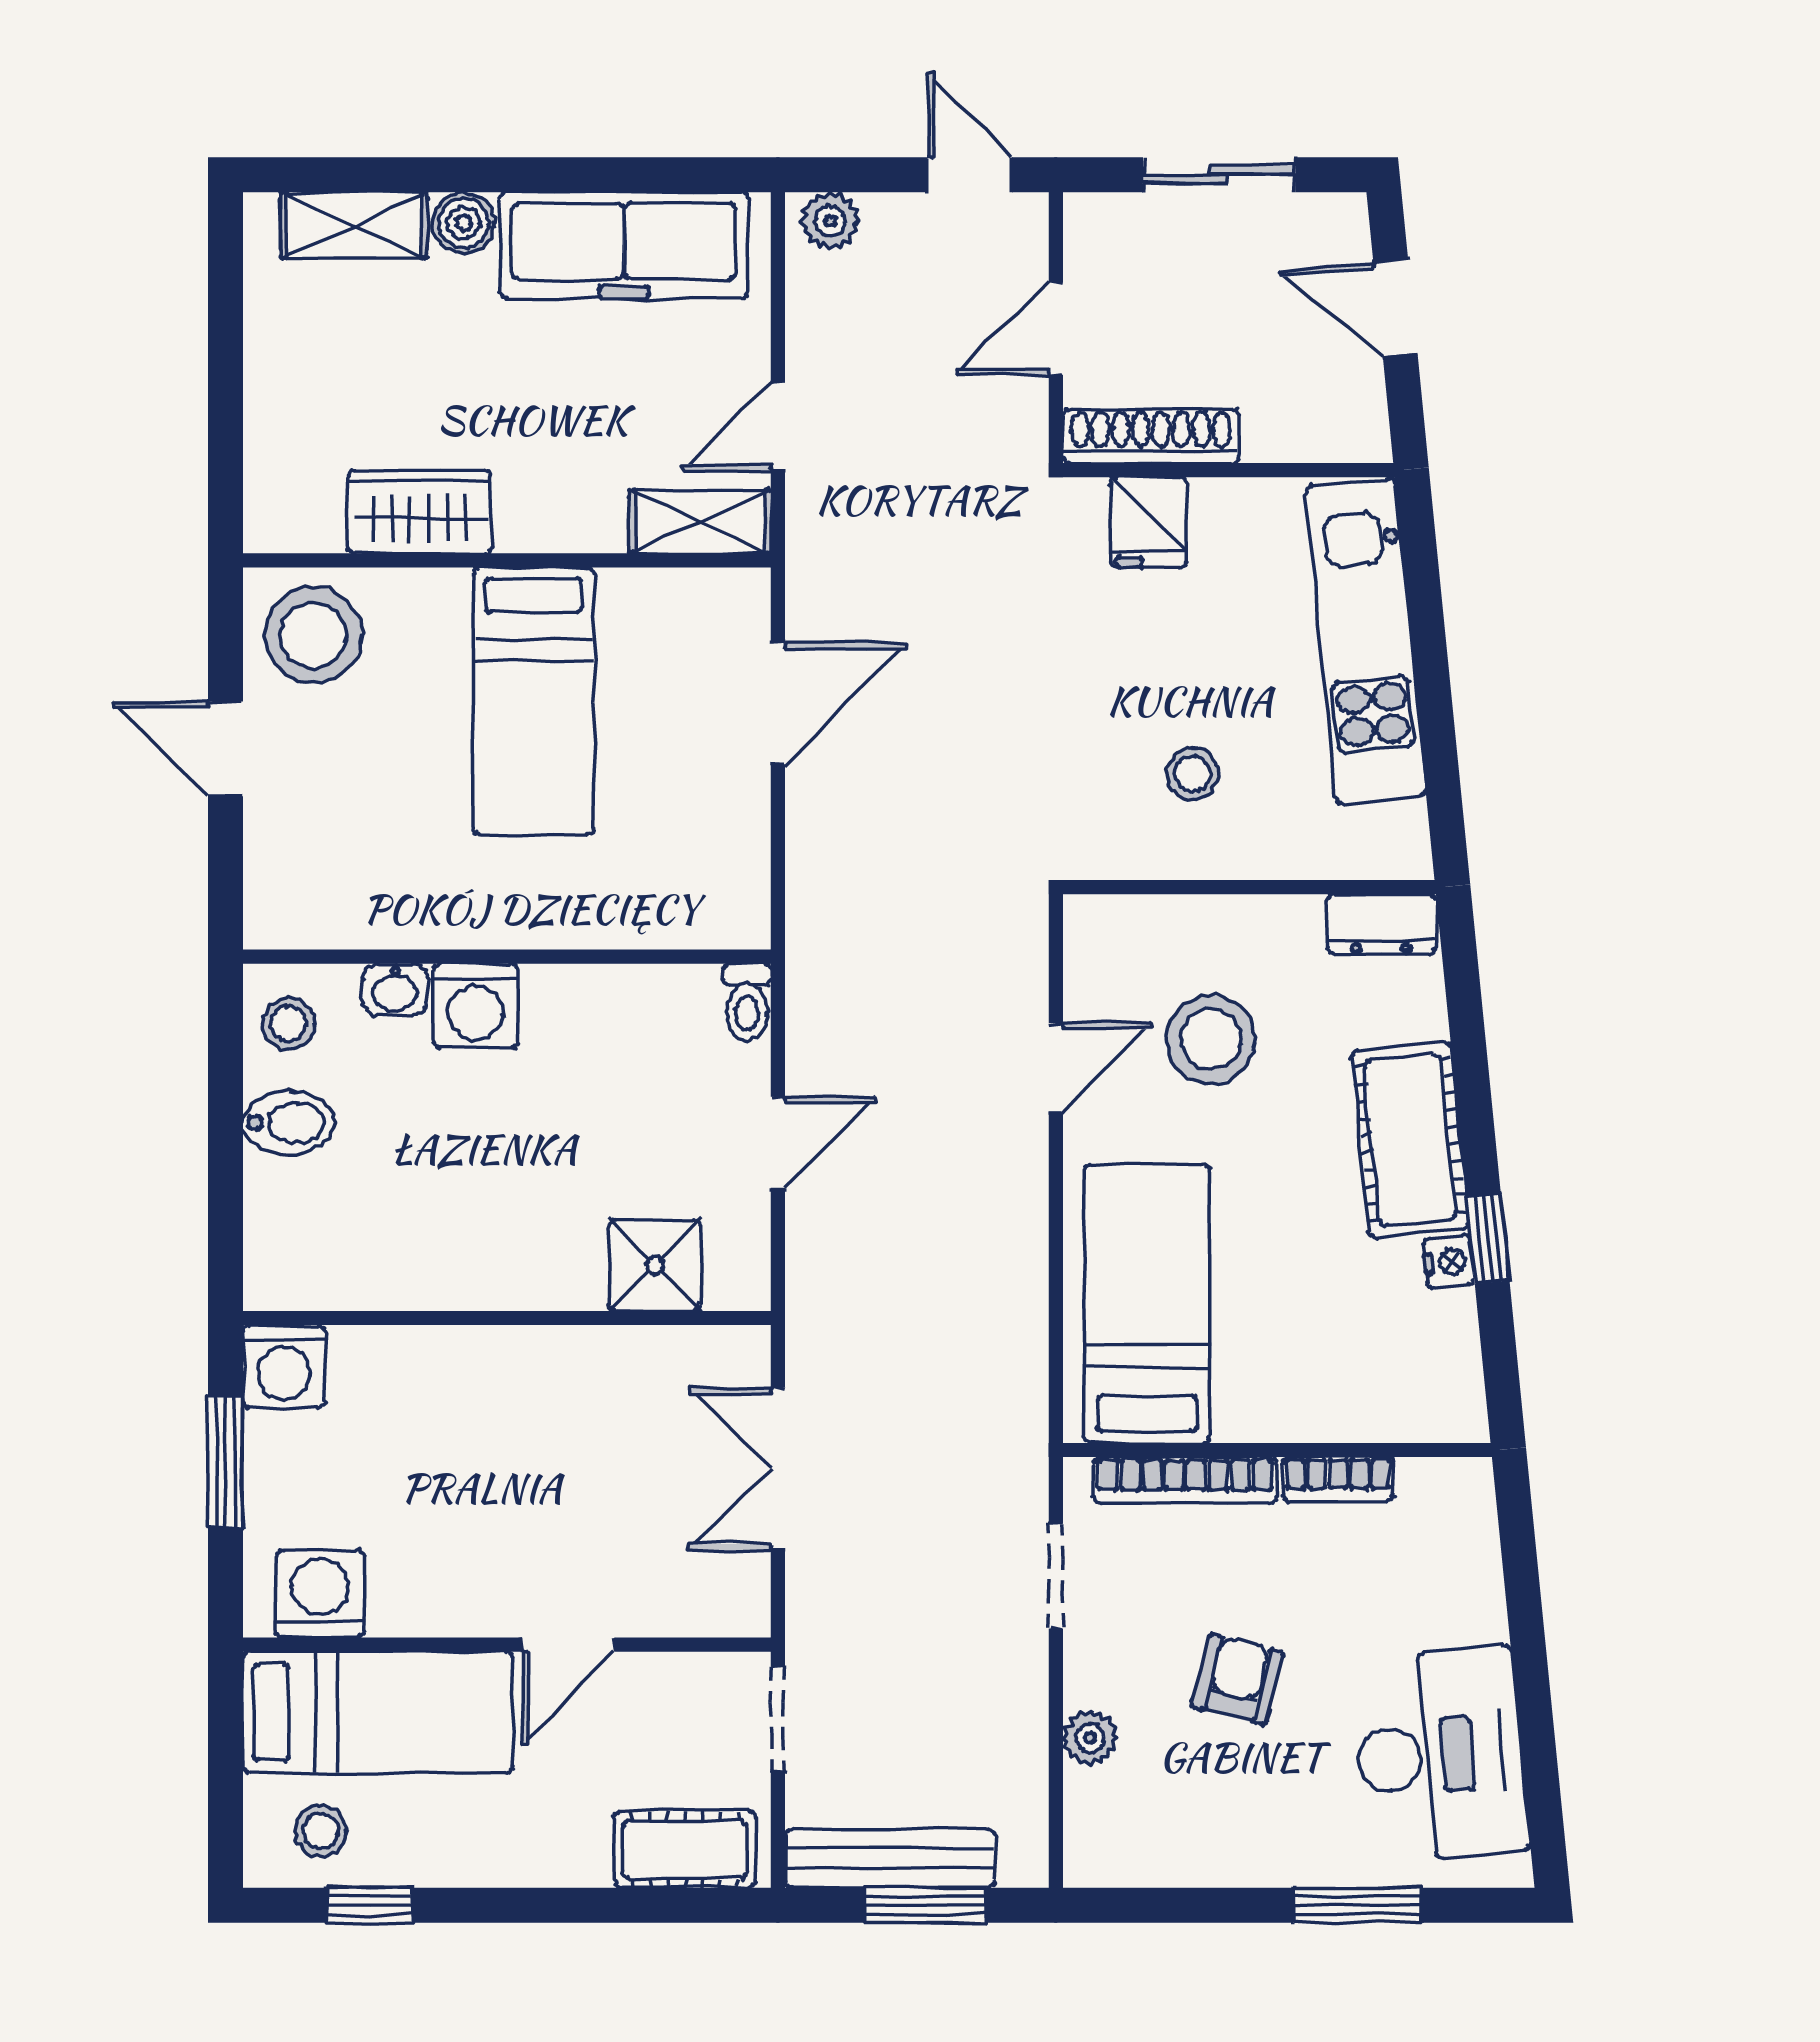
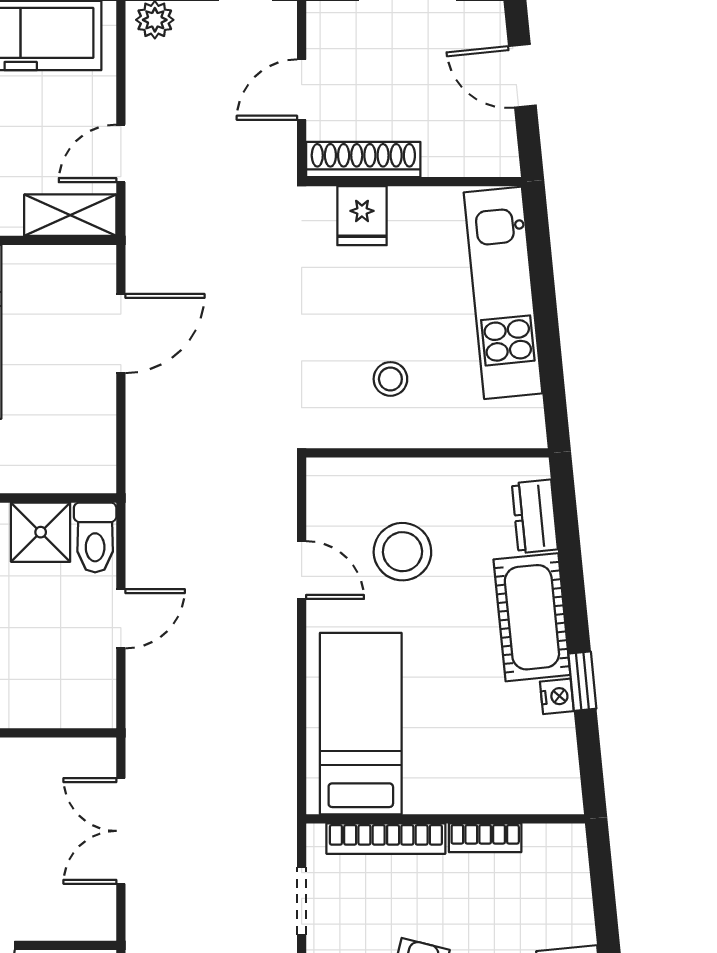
dresser: (1381, 924) -> (535, 516), moved, turned 84
toilet: (747, 1002) -> (95, 537), width x1.37, depth x1.39
door: (1056, 1067) -> (302, 570), hinge flipped
shower: (655, 1265) -> (41, 532), moved

